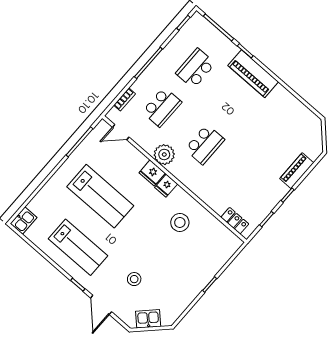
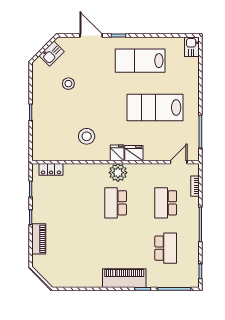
plant: (164, 155) -> (118, 173), moved
stool: (134, 279) -> (68, 84), moved

